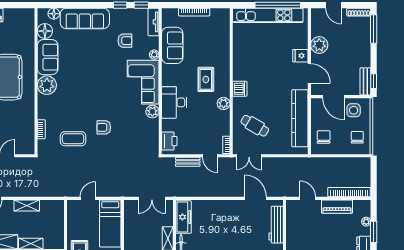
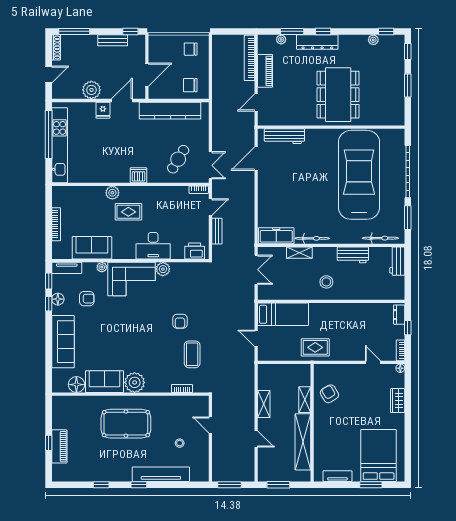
floor lamp: (54, 14) -> (58, 299), moved
armchair: (125, 41) -> (87, 299), turned 90
bench: (365, 81) -> (113, 40), moved
plant: (224, 103) -> (112, 193), moved
side table: (354, 110) -> (162, 53), removed

